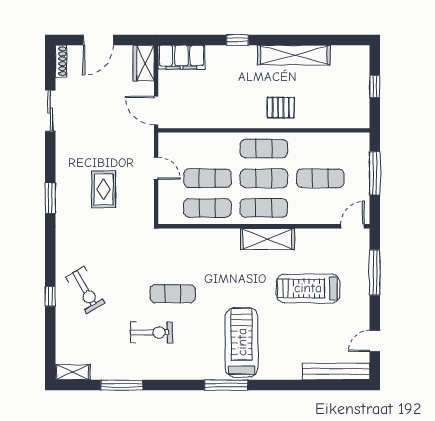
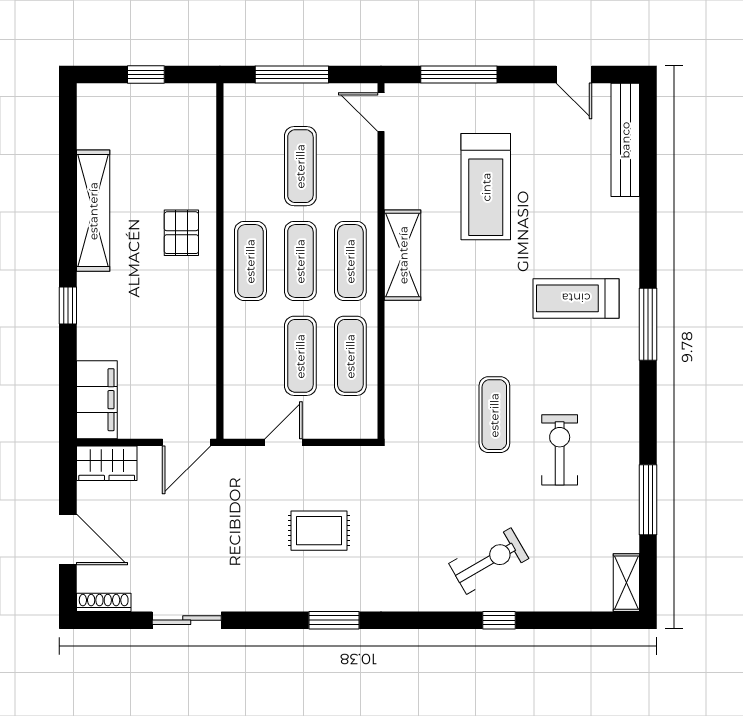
treadmill: (242, 342) -> (576, 298), width x0.73, depth x0.73

